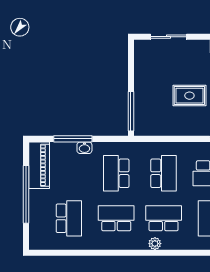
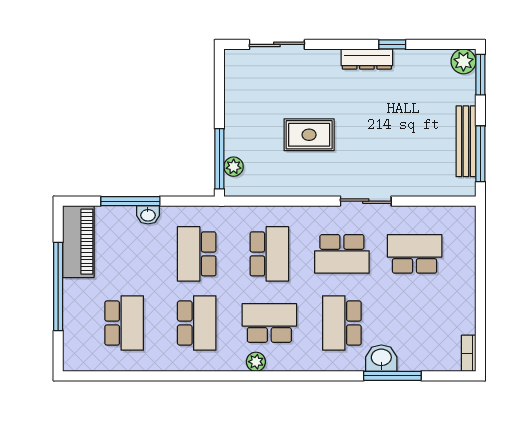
plant: (140, 116) -> (234, 167), added
school desk: (116, 218) -> (197, 323), turned 90

